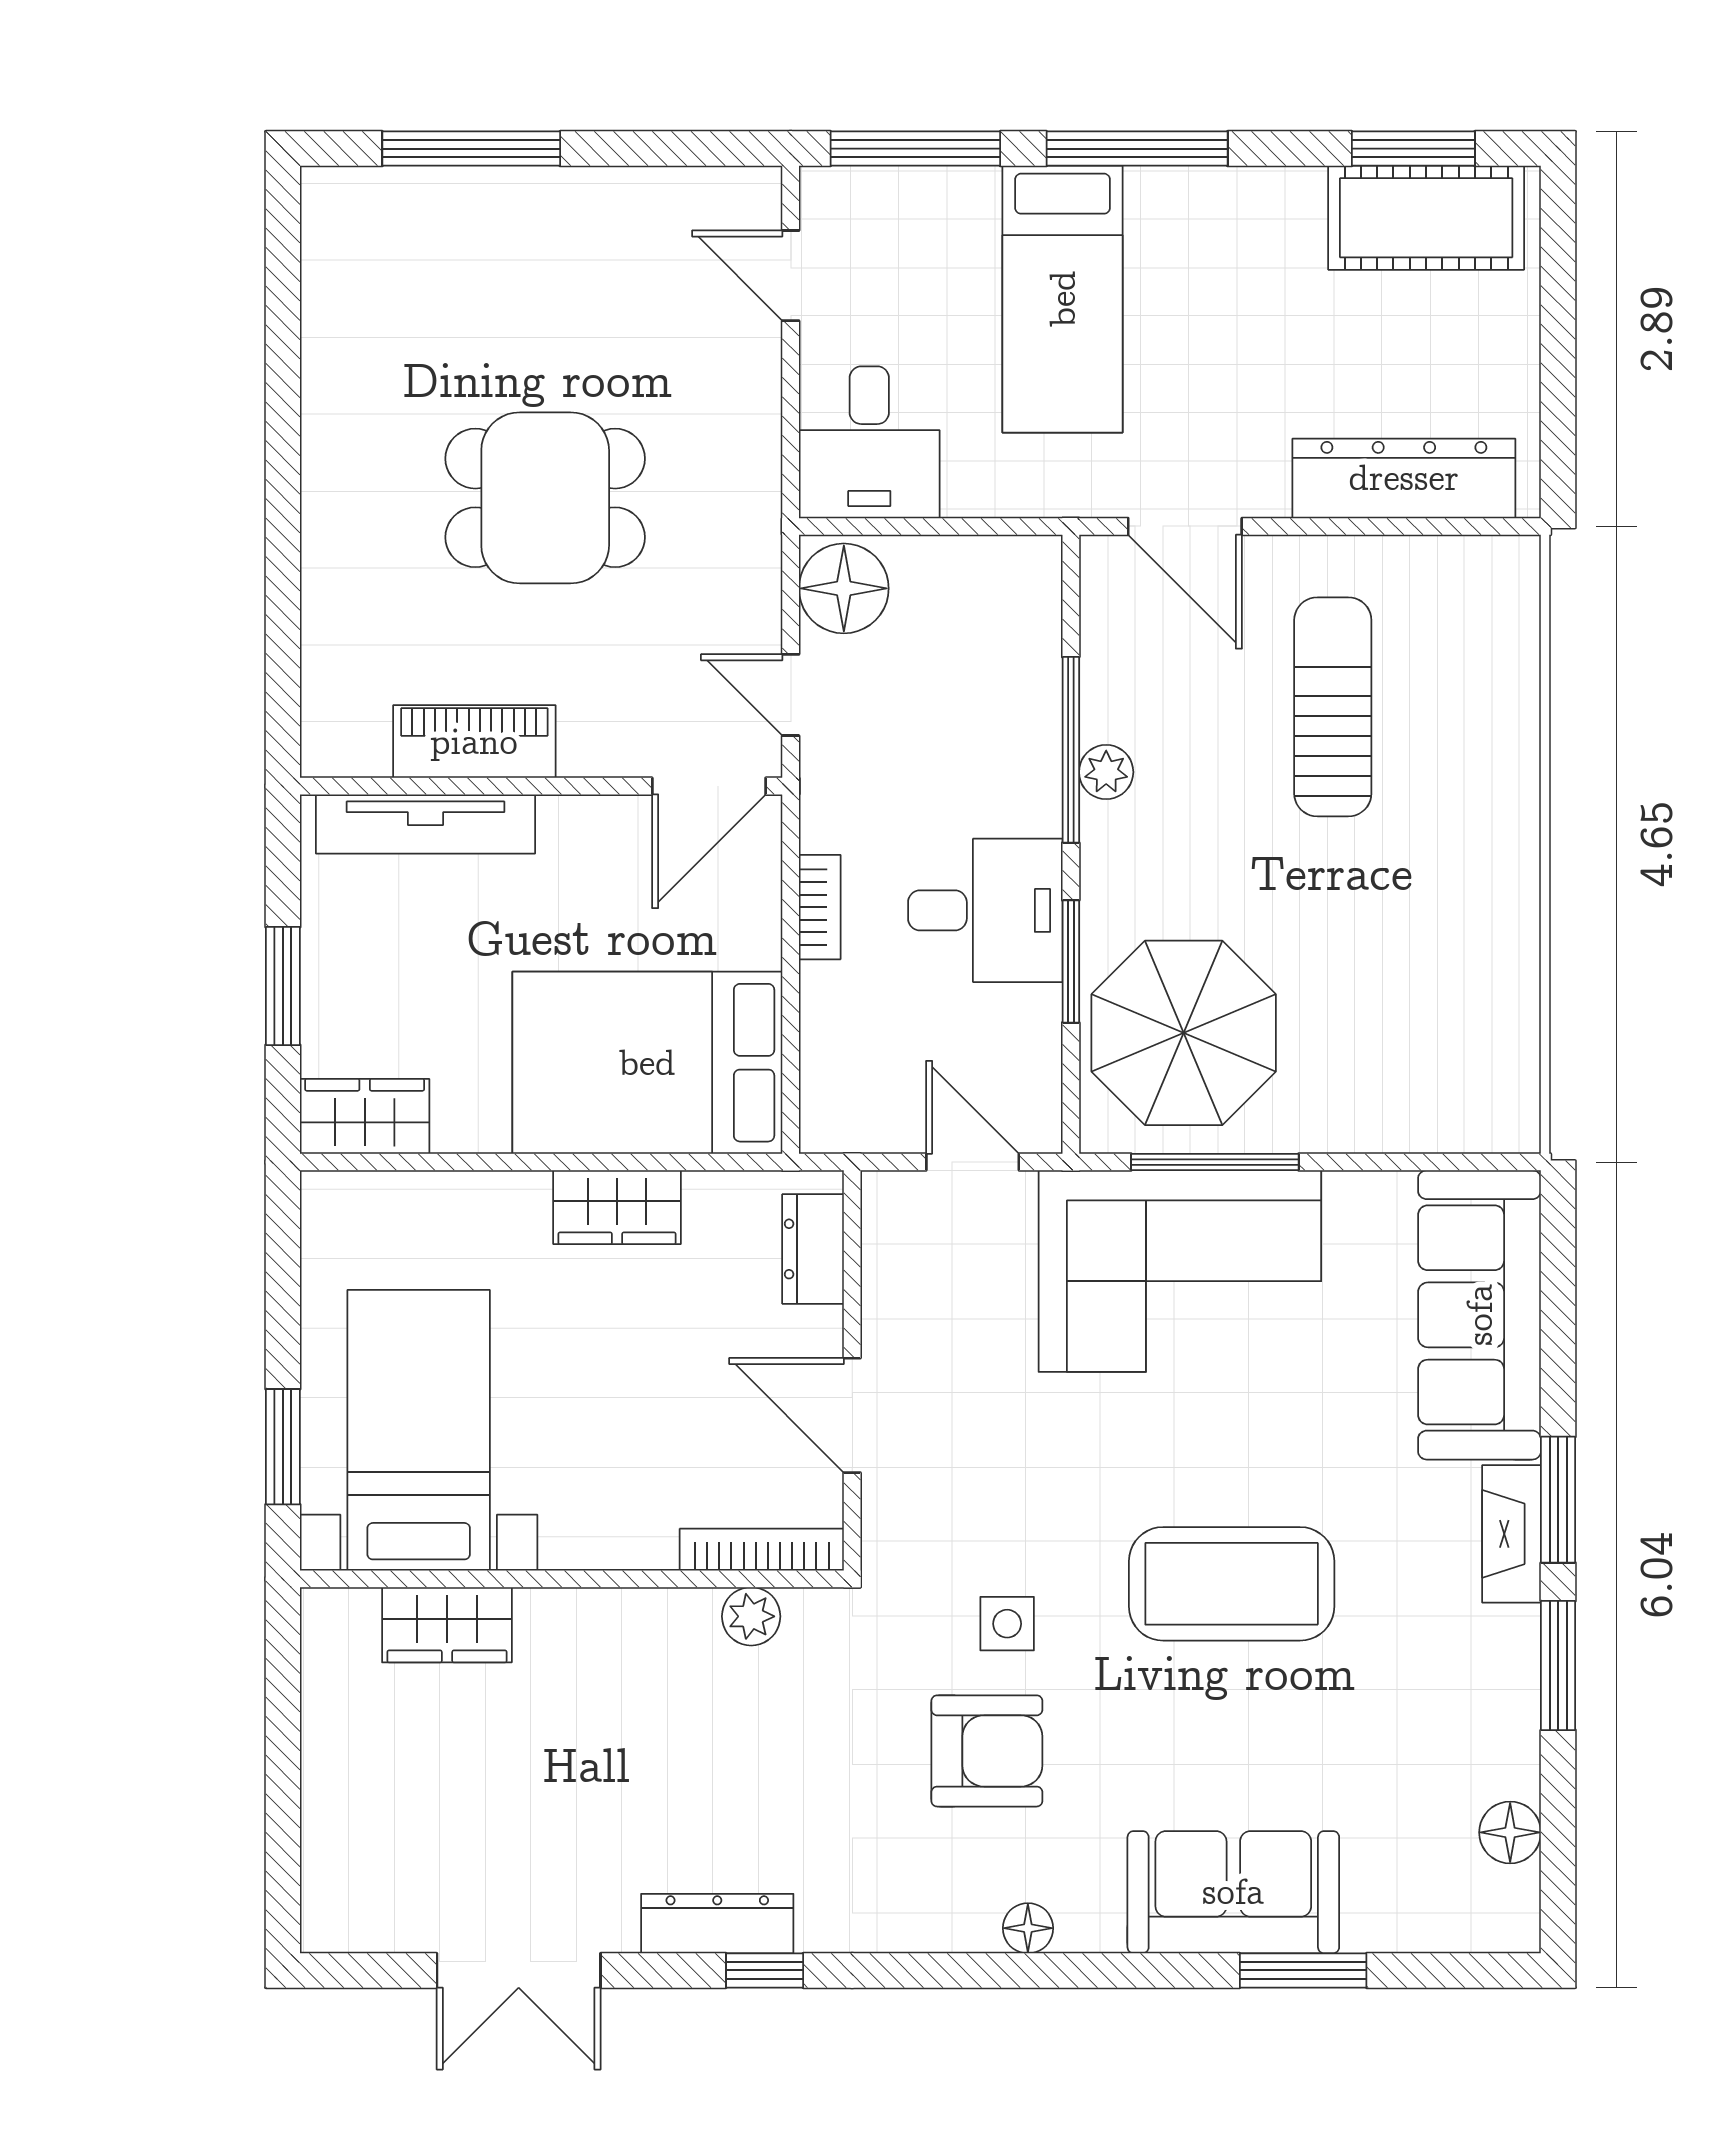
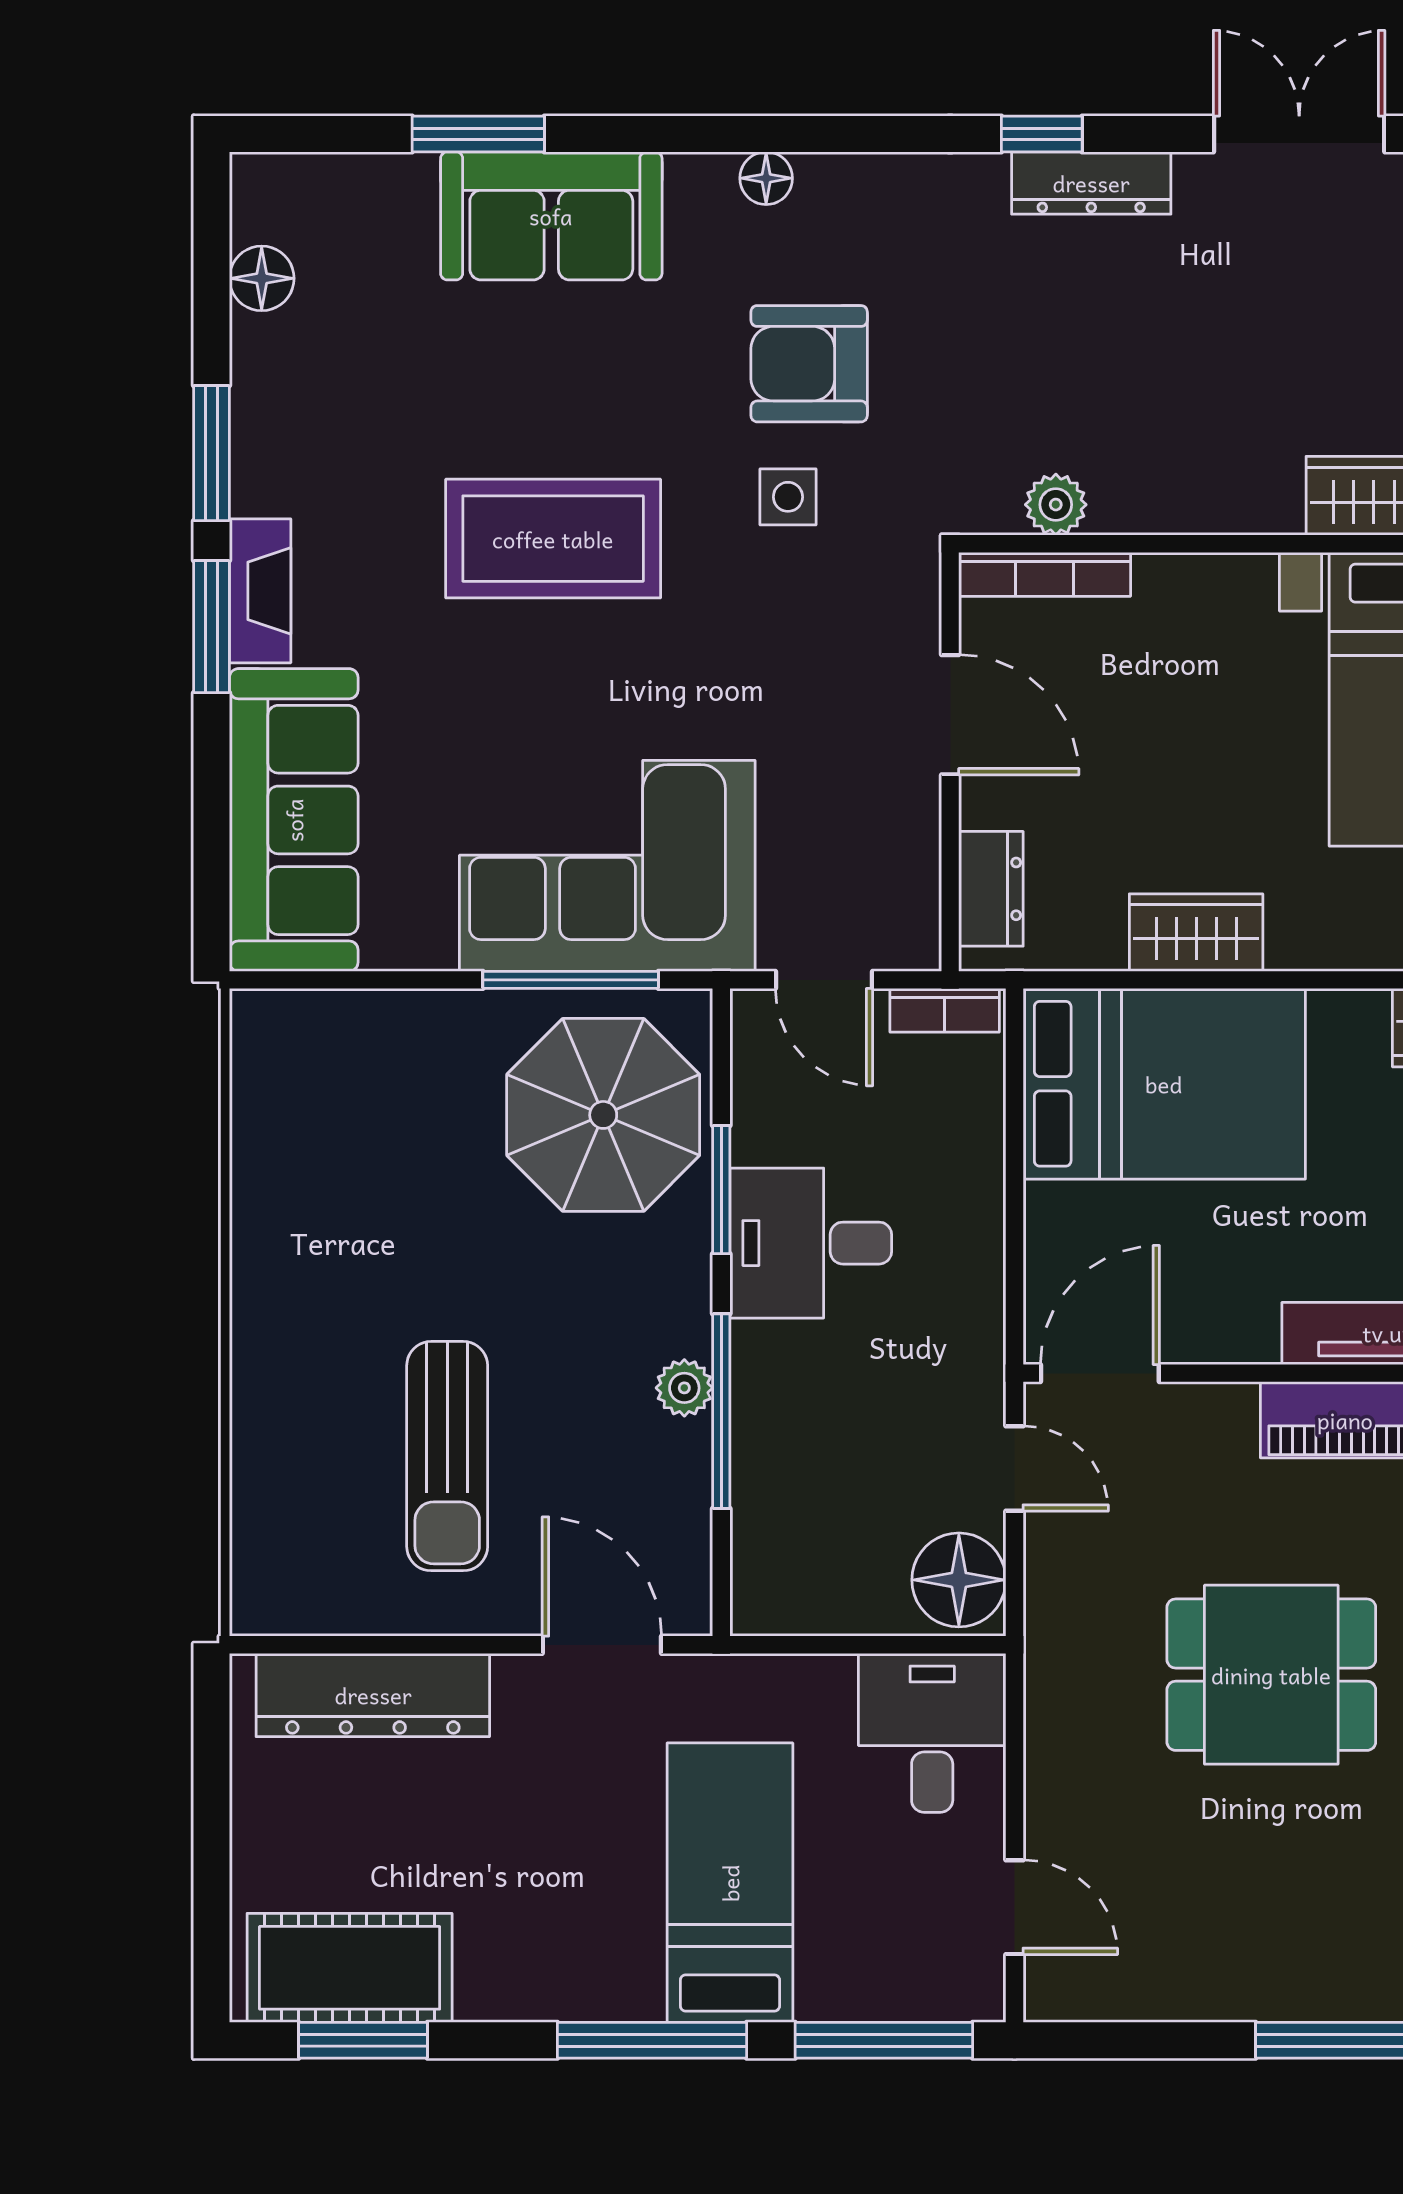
bookcase: (820, 907) -> (945, 1010), moved, turned -90

